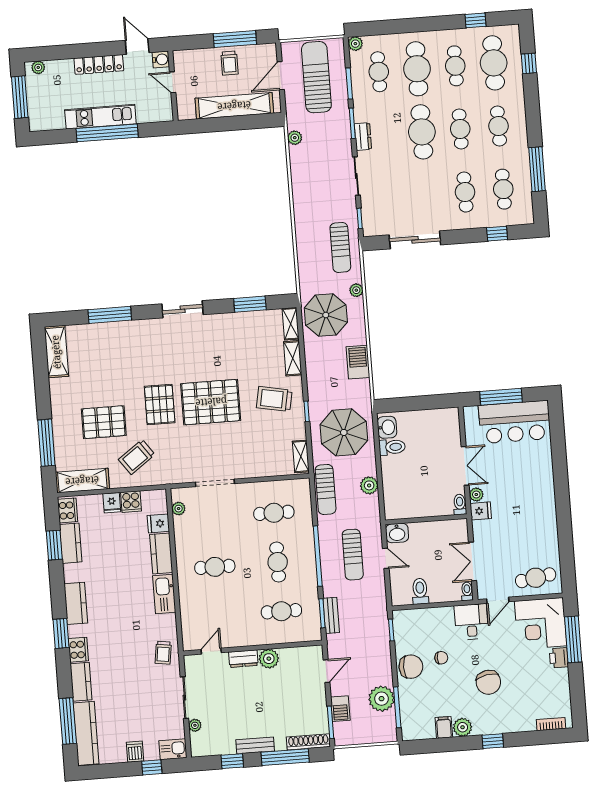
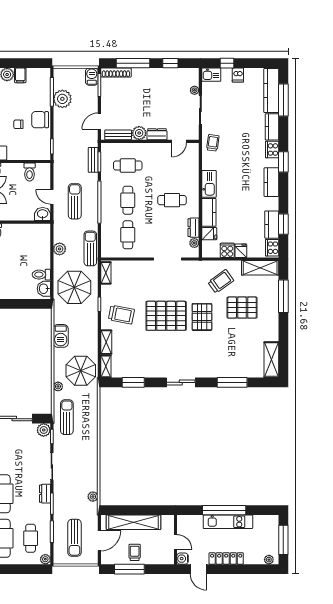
sun lounger: (316, 77) -> (74, 538), width x0.73, depth x0.75
plant: (372, 227) -> (44, 430), added
cafe table: (274, 513) -> (128, 235), turned 90
dresser: (181, 530) -> (194, 228), added
barbecue: (340, 709) -> (92, 77), moved
bench: (255, 745) -> (118, 135), moved

